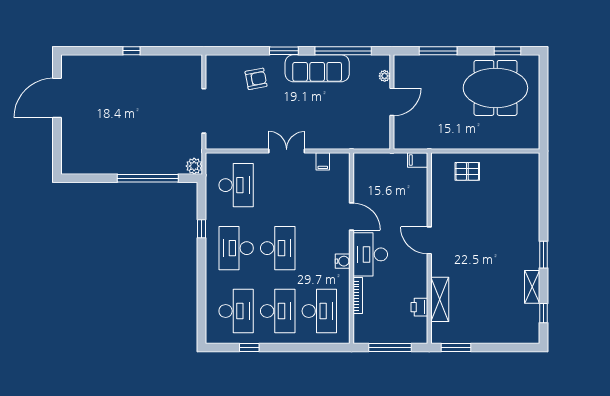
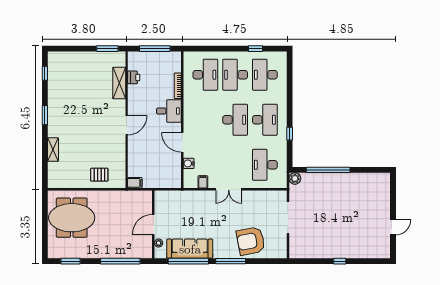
window: (284, 51) -> (231, 261), width x1.44
window: (438, 51) -> (120, 261), width x1.46
sofa: (317, 68) -> (190, 249), moved
armchair: (256, 79) -> (251, 241), width x1.88, depth x1.88
meeting table: (495, 88) -> (72, 218), moved
door: (57, 98) -> (393, 227), width x0.53
door: (429, 240) -> (127, 125), hinge flipped
desk: (278, 248) -> (235, 120), turned 180
desk: (370, 254) -> (169, 111), width x0.73
water cooler: (343, 261) -> (189, 163), moved
shelving: (532, 287) -> (53, 149), moved
desk: (319, 311) -> (205, 75), turned 180

